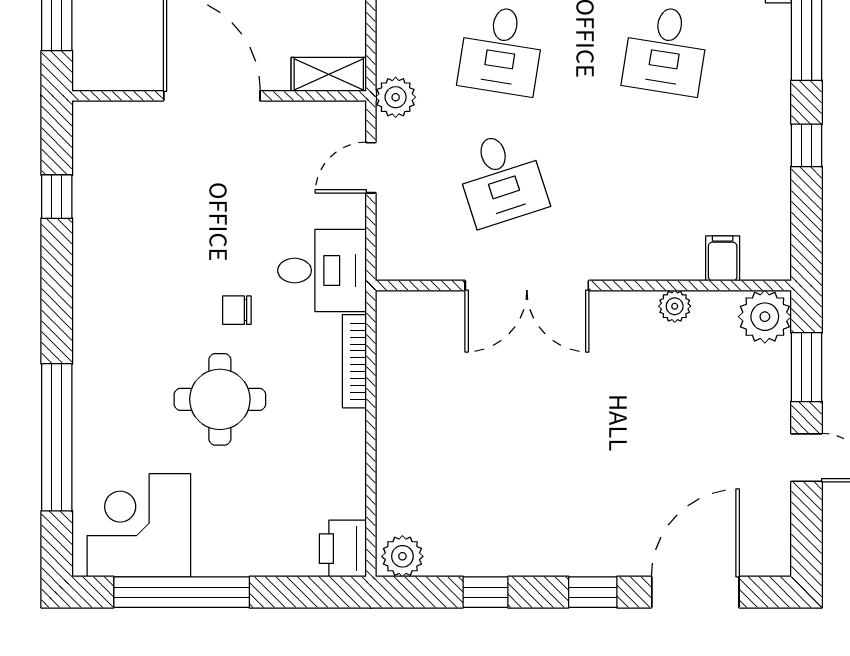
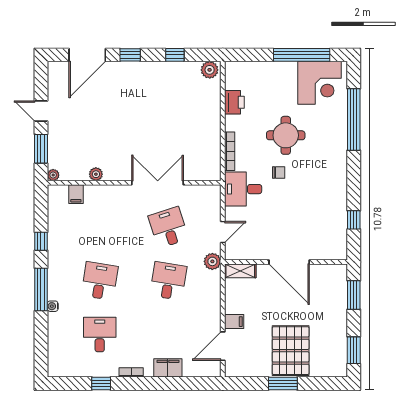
plant: (765, 317) -> (53, 175), width x0.53, depth x0.53
printer: (343, 549) -> (234, 102), moved

